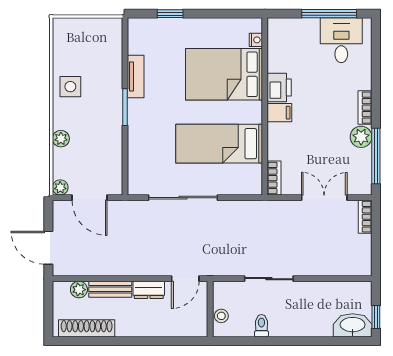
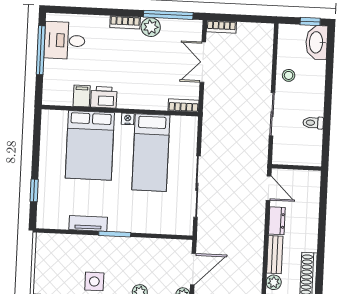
nightstand: (256, 40) -> (128, 119), moved
filing cabinet: (279, 113) -> (82, 96), moved
stool: (221, 316) -> (289, 75), moved

